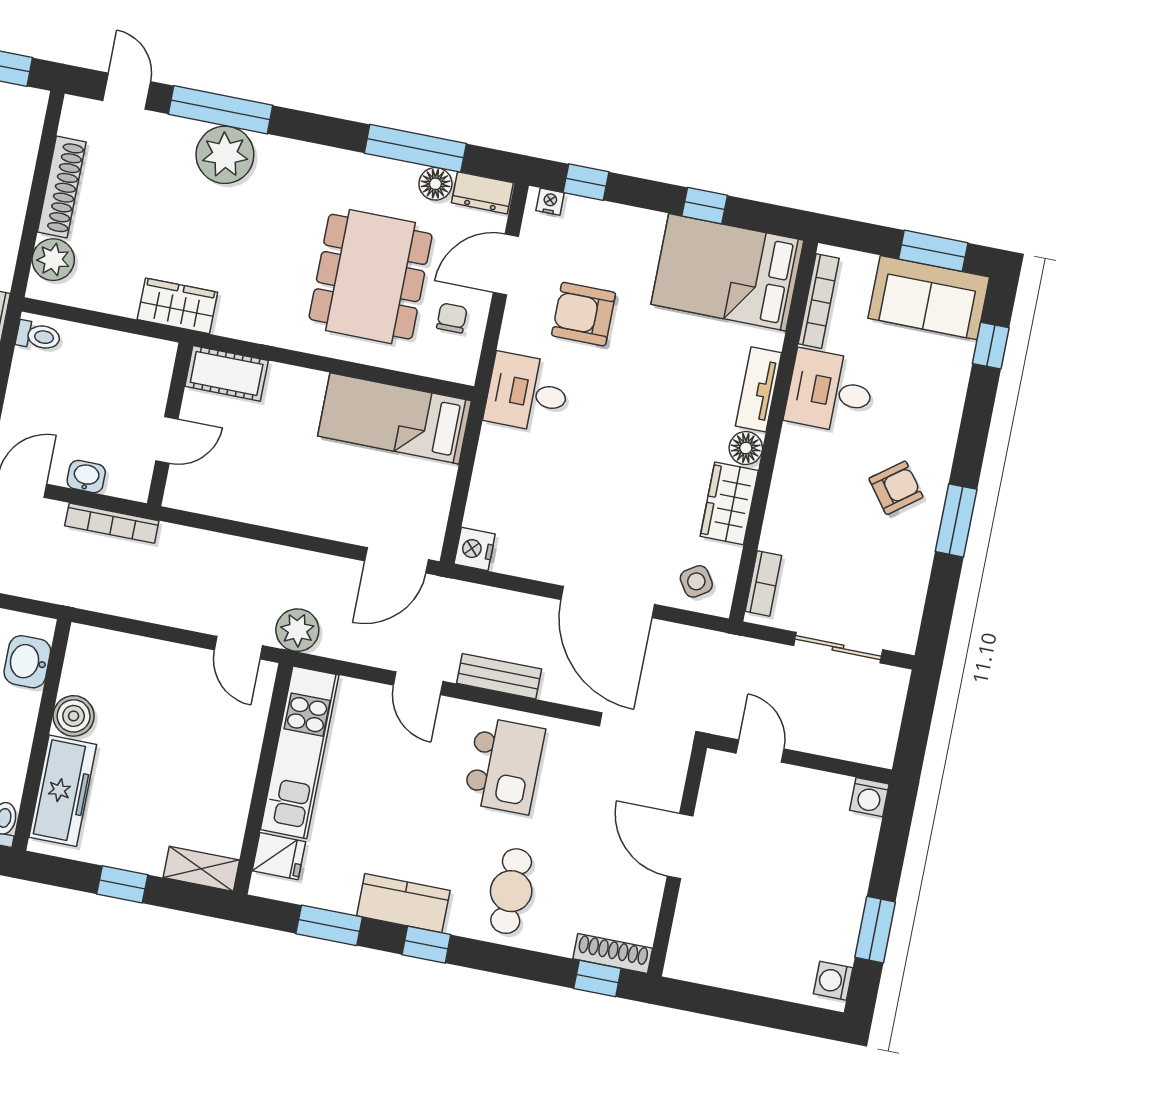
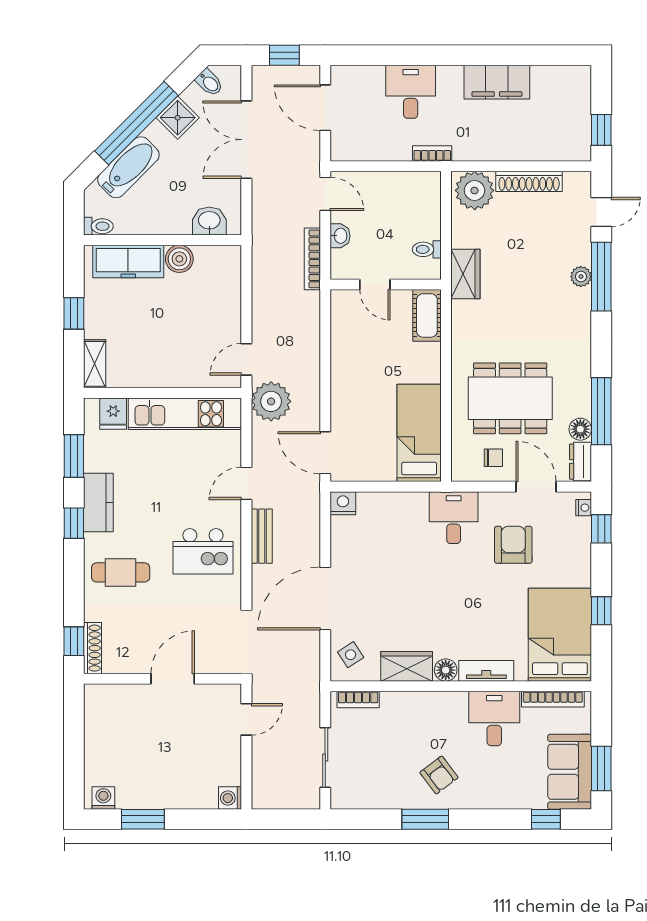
plant: (225, 155) -> (581, 277), width x0.53, depth x0.53
plant: (53, 260) -> (475, 190), width x1.36, depth x1.36
toilet: (38, 336) -> (427, 249), moved, turned 90
plant: (297, 630) -> (271, 401), width x1.36, depth x1.36

